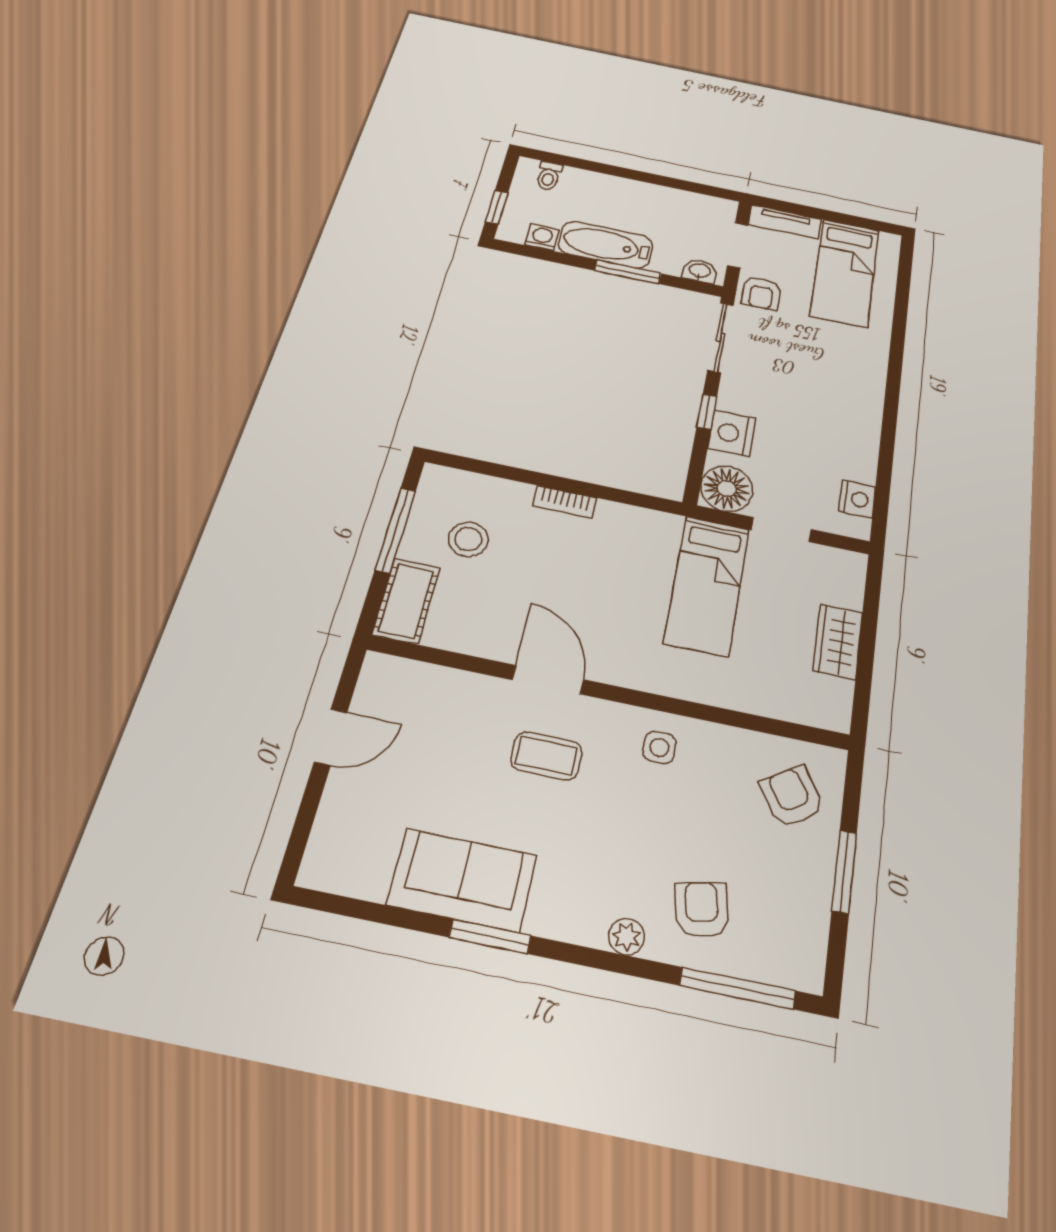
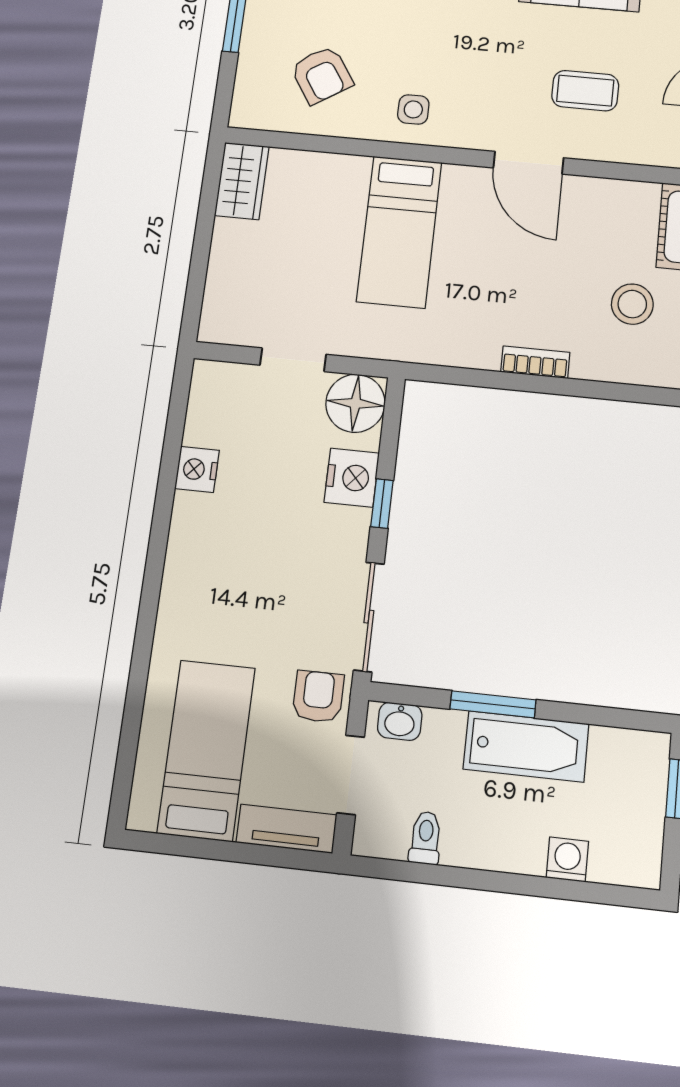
toilet: (549, 176) -> (425, 838), moved
washing machine: (542, 237) -> (567, 859), moved, turned 180
nightstand: (857, 499) -> (197, 469), moved
bed: (707, 585) -> (399, 231), moved, turned 180
wardrobe: (838, 642) -> (242, 181), moved
coffee table: (546, 756) -> (585, 91), moved
armchair: (792, 796) -> (322, 75), moved

